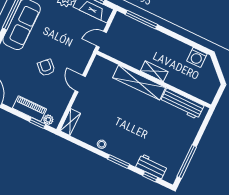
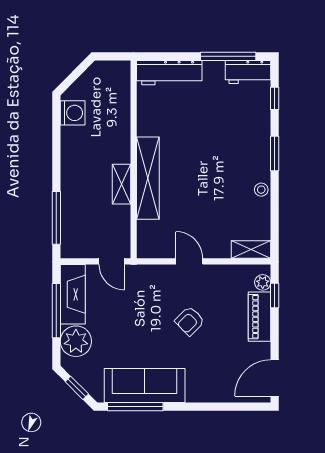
shelving: (154, 71) -> (121, 184), moved
door: (80, 84) -> (189, 261), swing flipped
workbench: (182, 104) -> (169, 73), moved, turned 90
workbench: (152, 166) -> (248, 72), moved, turned -90

